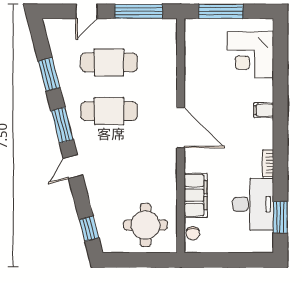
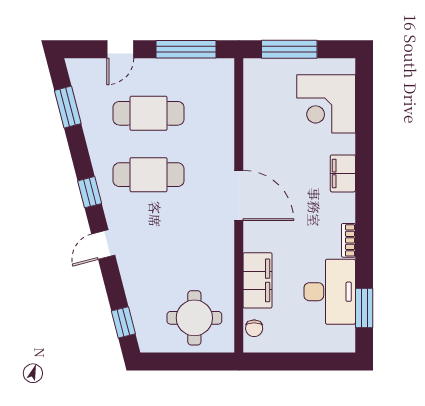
window: (49, 74) -> (68, 107), moved
filing cabinet: (264, 110) -> (343, 173), width x2.00
window: (62, 125) -> (90, 192), width x0.67

